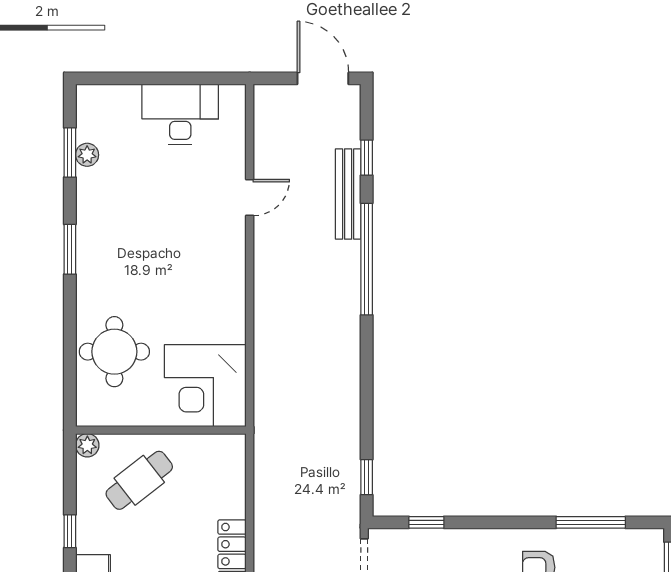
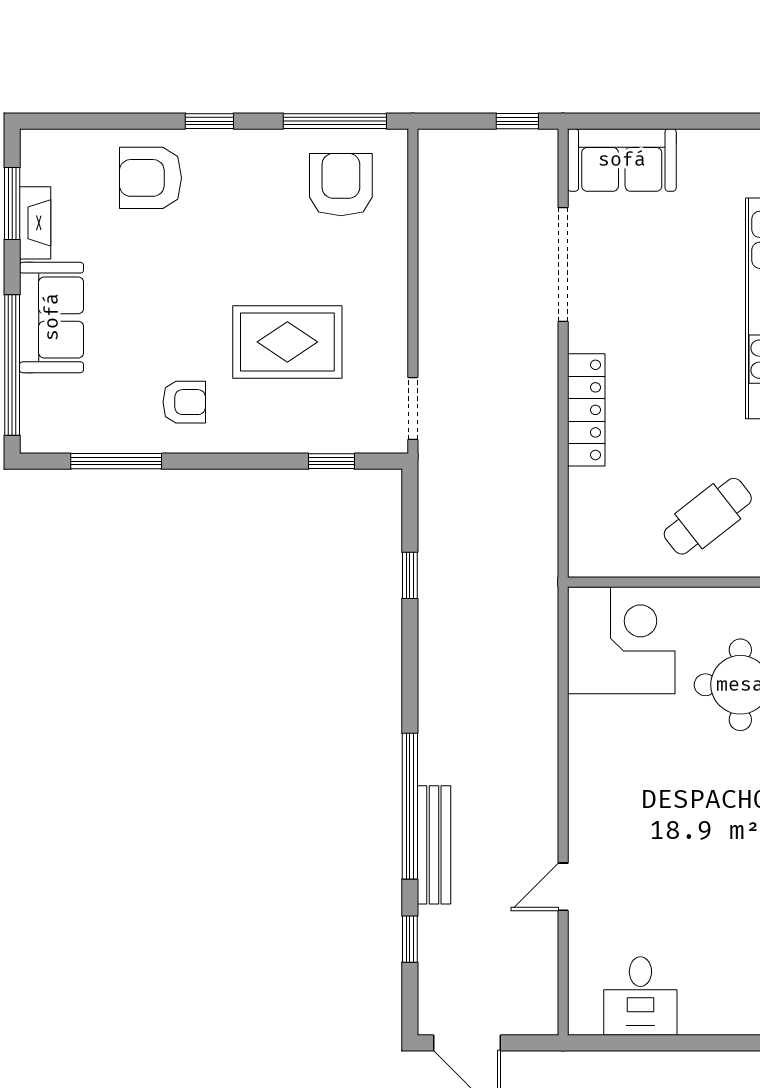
desk: (180, 114) -> (640, 996), width x0.73
bench: (348, 194) -> (434, 845), moved
window: (367, 477) -> (410, 575), moved

